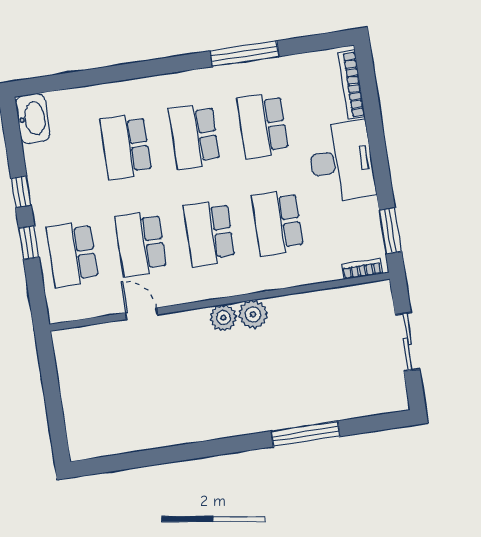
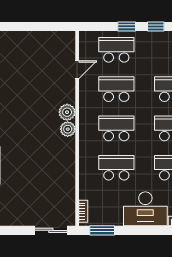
door: (141, 314) -> (77, 70), moved
plant: (253, 314) -> (67, 112), moved
sliding door: (407, 342) -> (51, 230), moved

